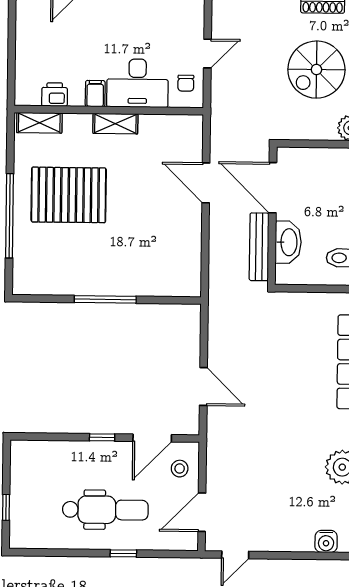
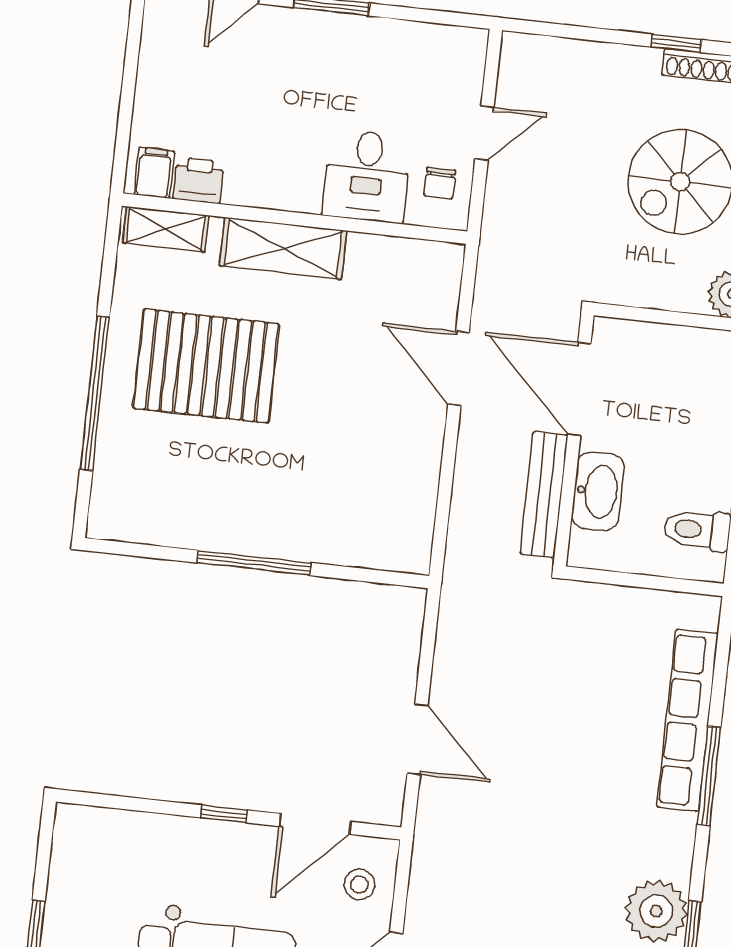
desk: (137, 83) -> (367, 176), width x0.73
filing cabinet: (95, 94) -> (154, 173), moved
shelving: (115, 124) -> (283, 248), width x1.50, depth x1.33

